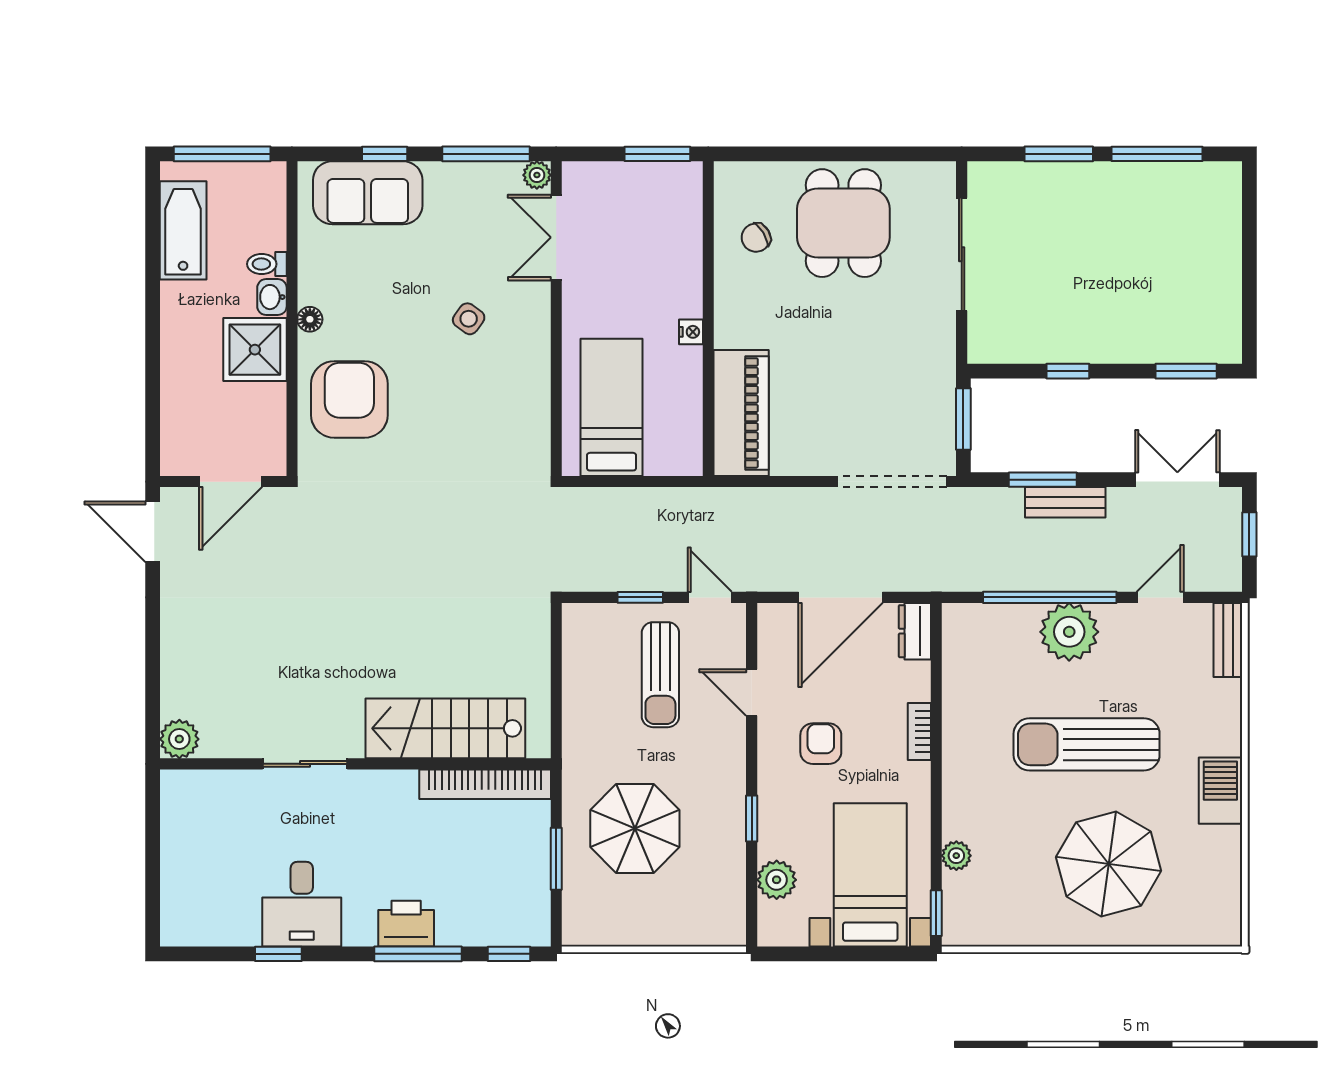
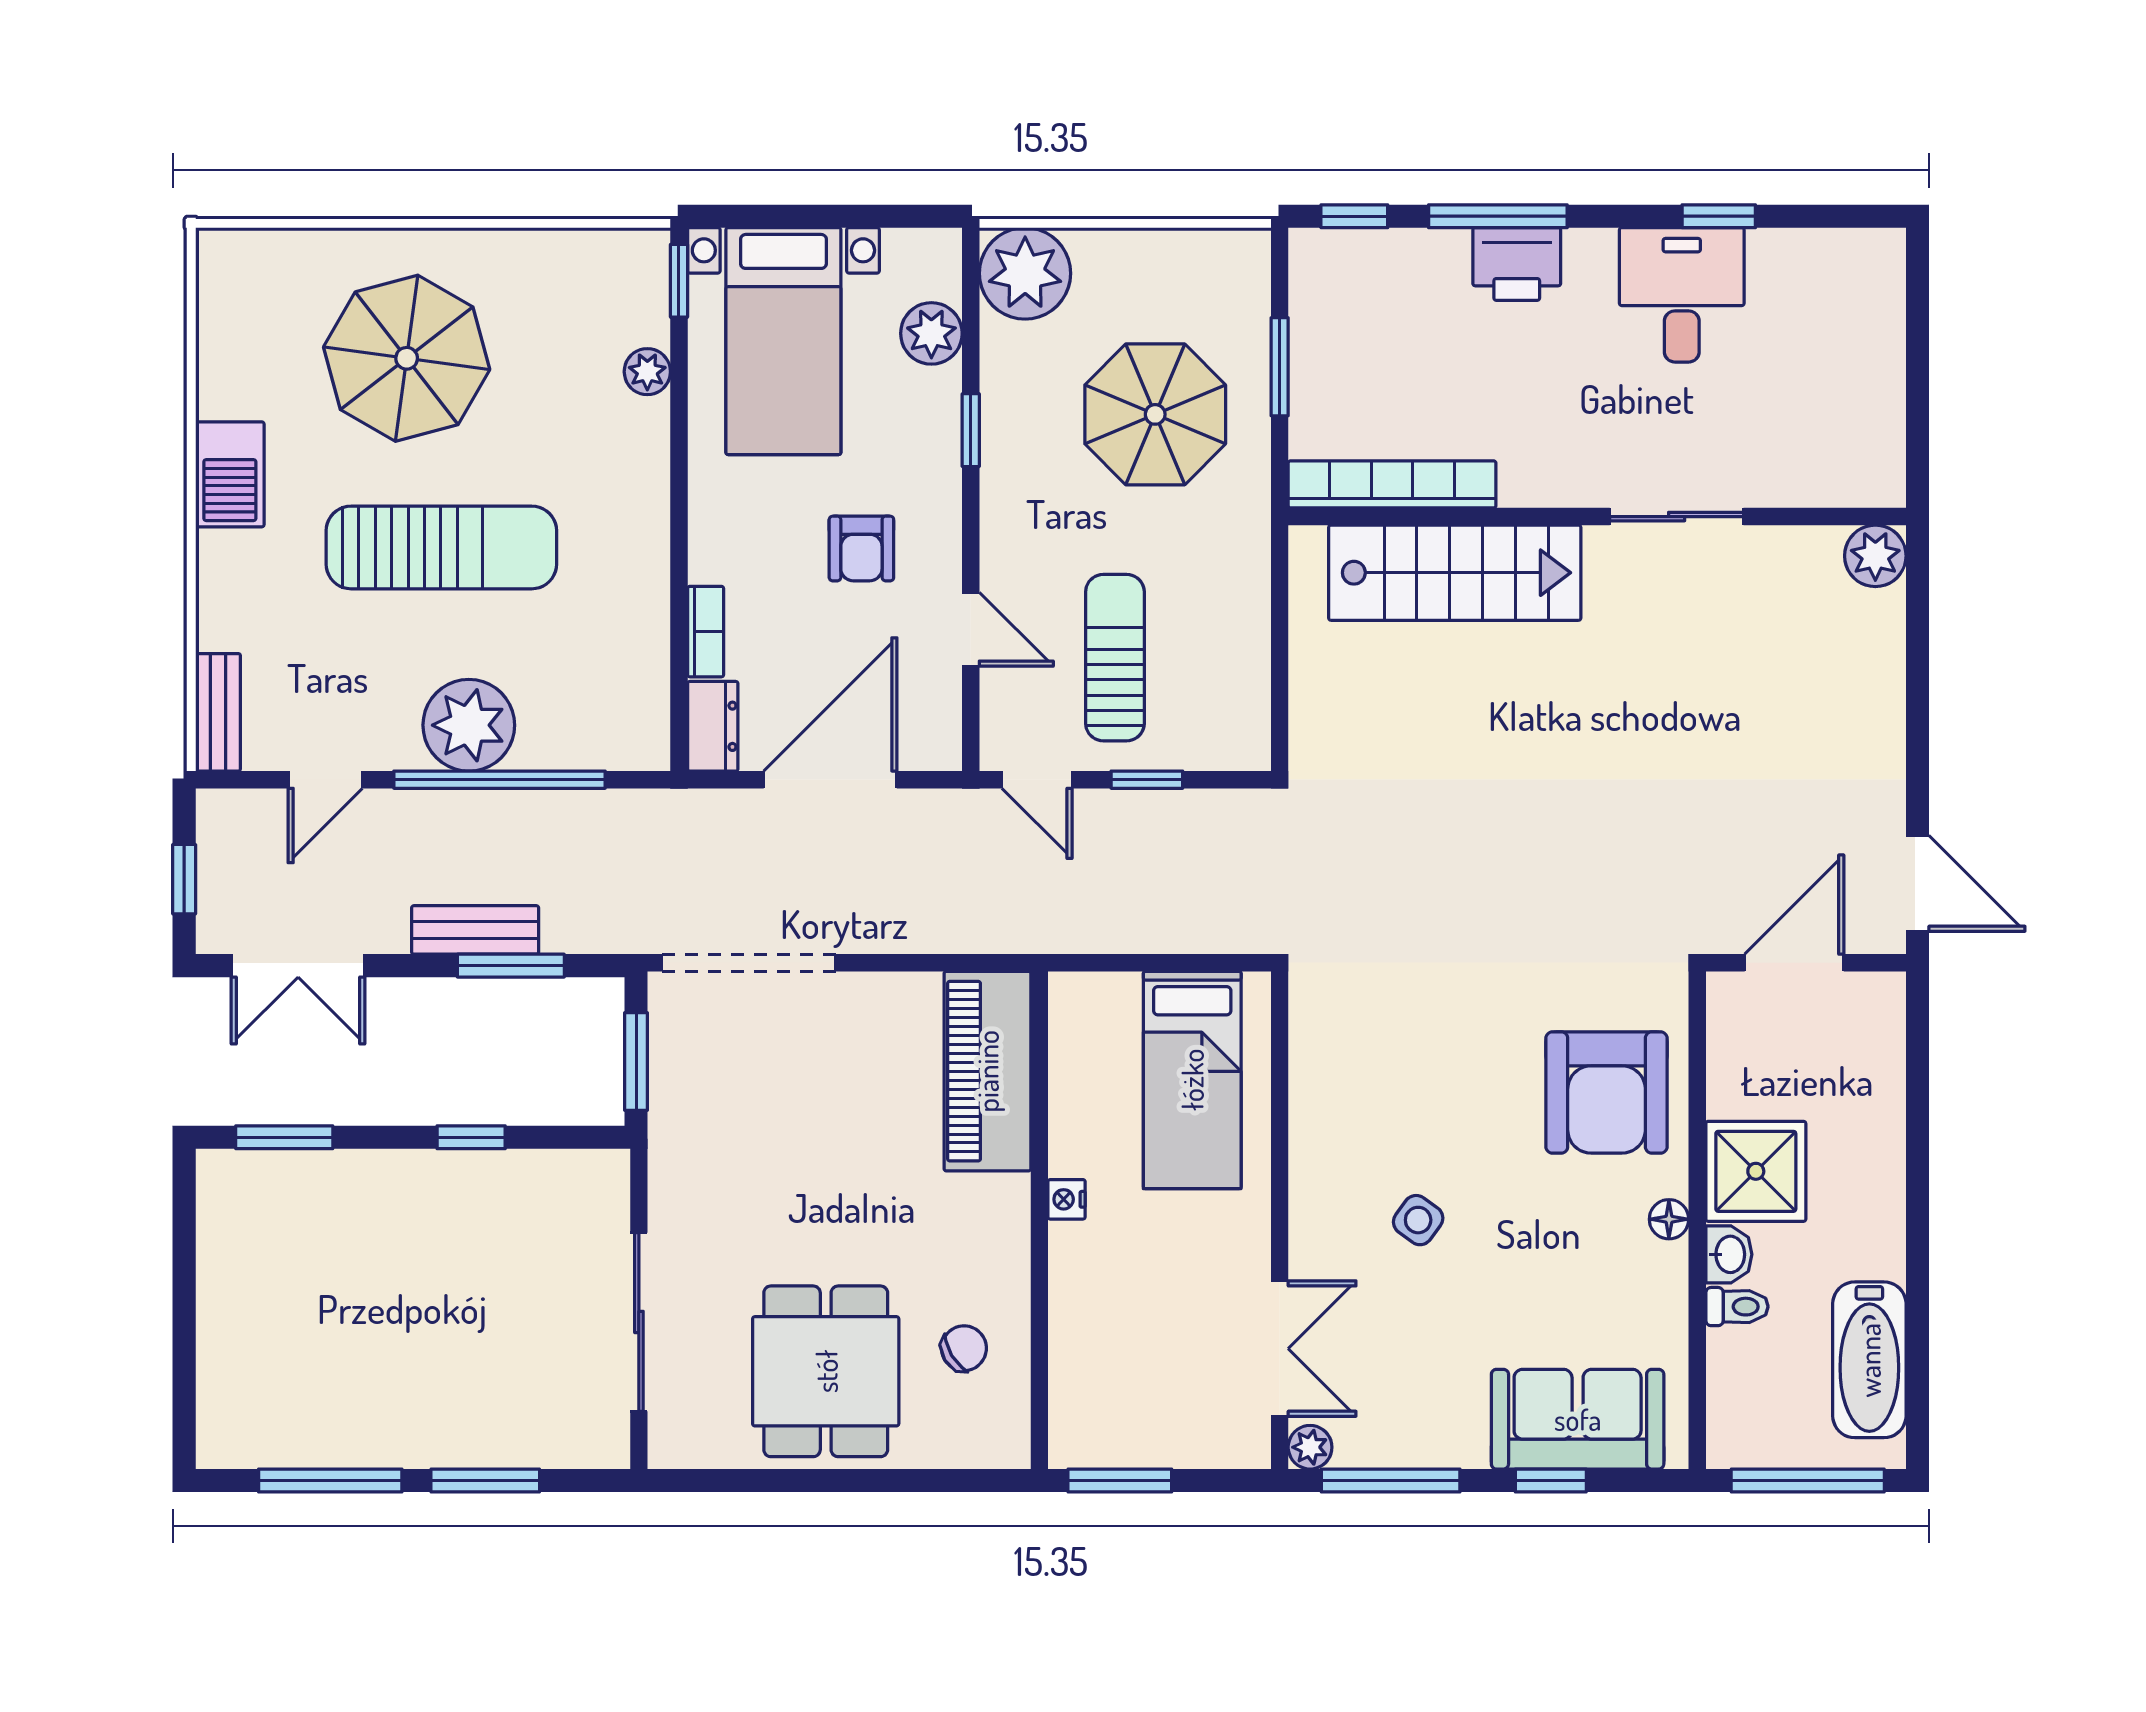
bookcase: (919, 731) -> (706, 632), moved
plant: (717, 918) -> (1025, 273), added

